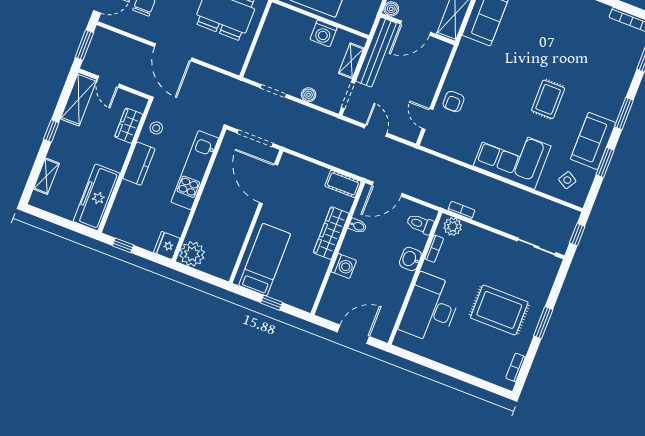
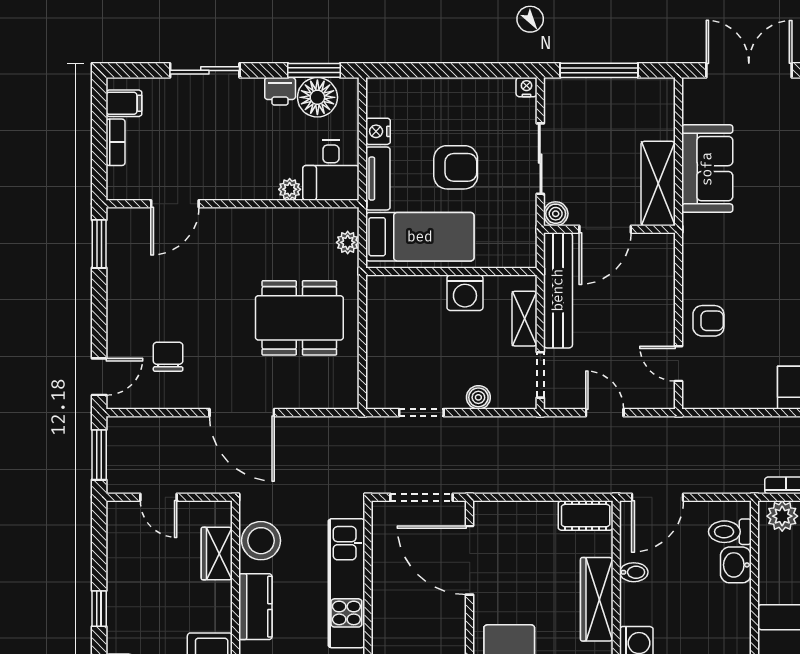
shelving: (79, 99) -> (123, 543), removed
armchair: (453, 102) -> (708, 321), turned -90
stool: (156, 128) -> (261, 541), width x1.89, depth x1.89
bookcase: (434, 249) -> (767, 562), removed
washbasin: (410, 259) -> (736, 565), moved

